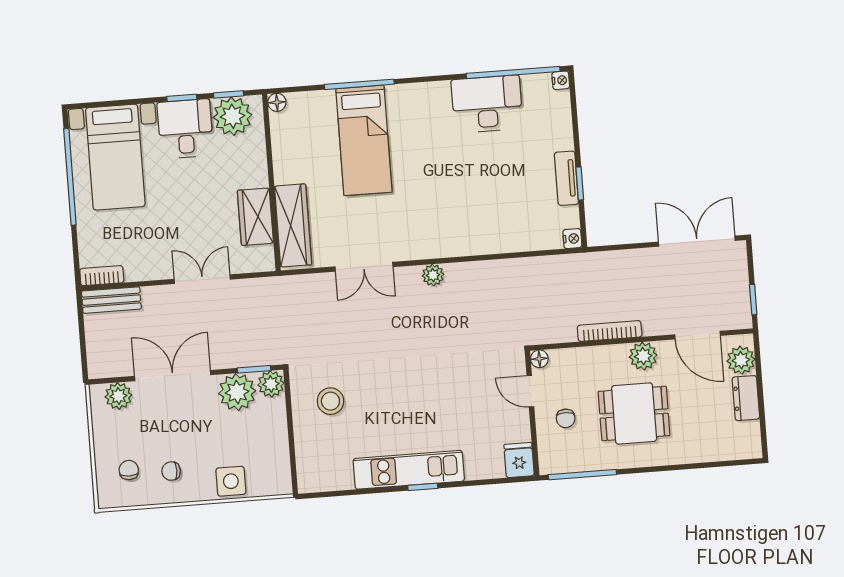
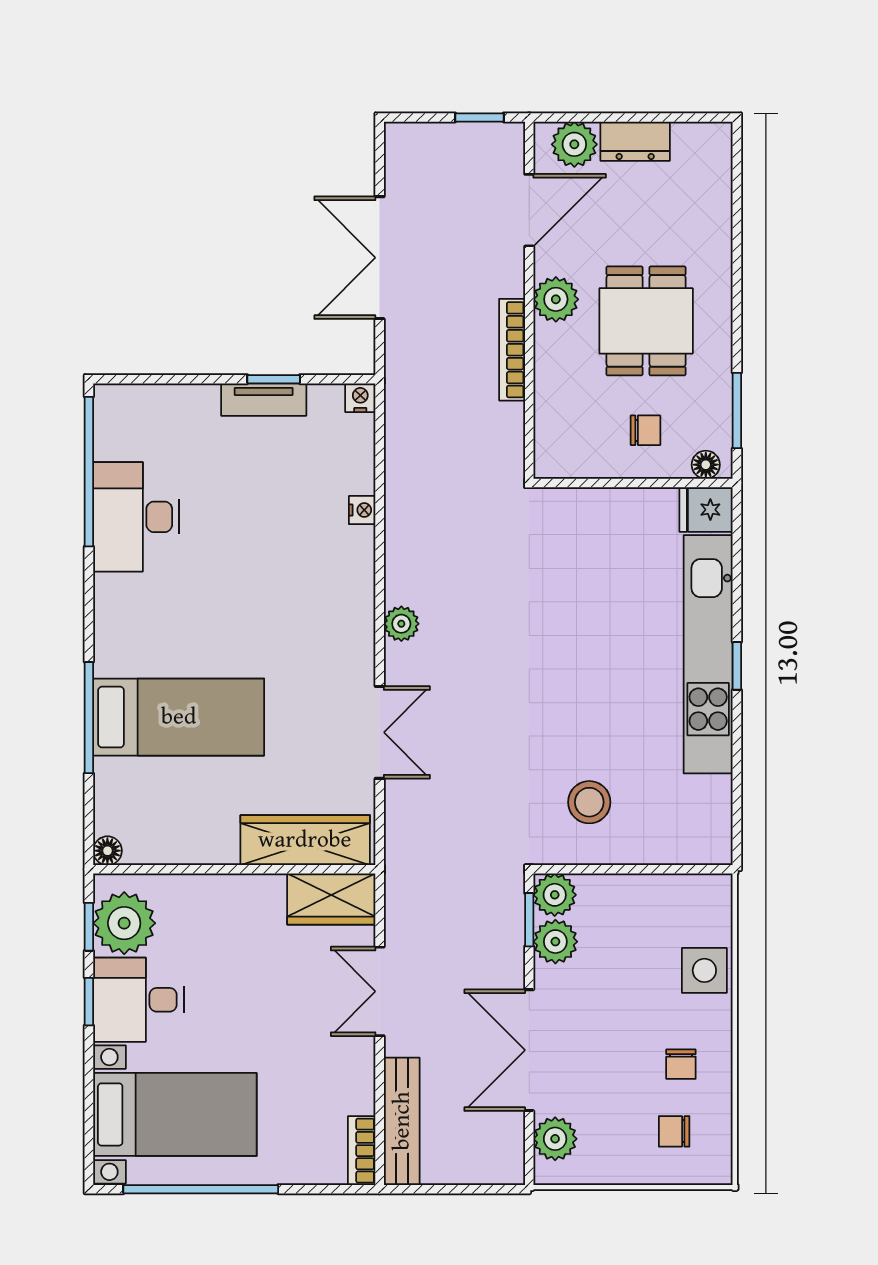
nightstand: (561, 80) -> (362, 510), moved, turned 90
wardrobe: (255, 217) -> (331, 899), moved
double door: (697, 241) -> (380, 258), moved
bench: (111, 300) -> (402, 1121), width x1.36
floor lamp: (539, 359) -> (706, 465), moved
door: (530, 391) -> (598, 483), removed
plant: (237, 392) -> (555, 942), width x0.73, depth x0.73
kitchen unit: (409, 470) -> (708, 654), width x1.36
window: (582, 475) -> (737, 411), width x0.69

